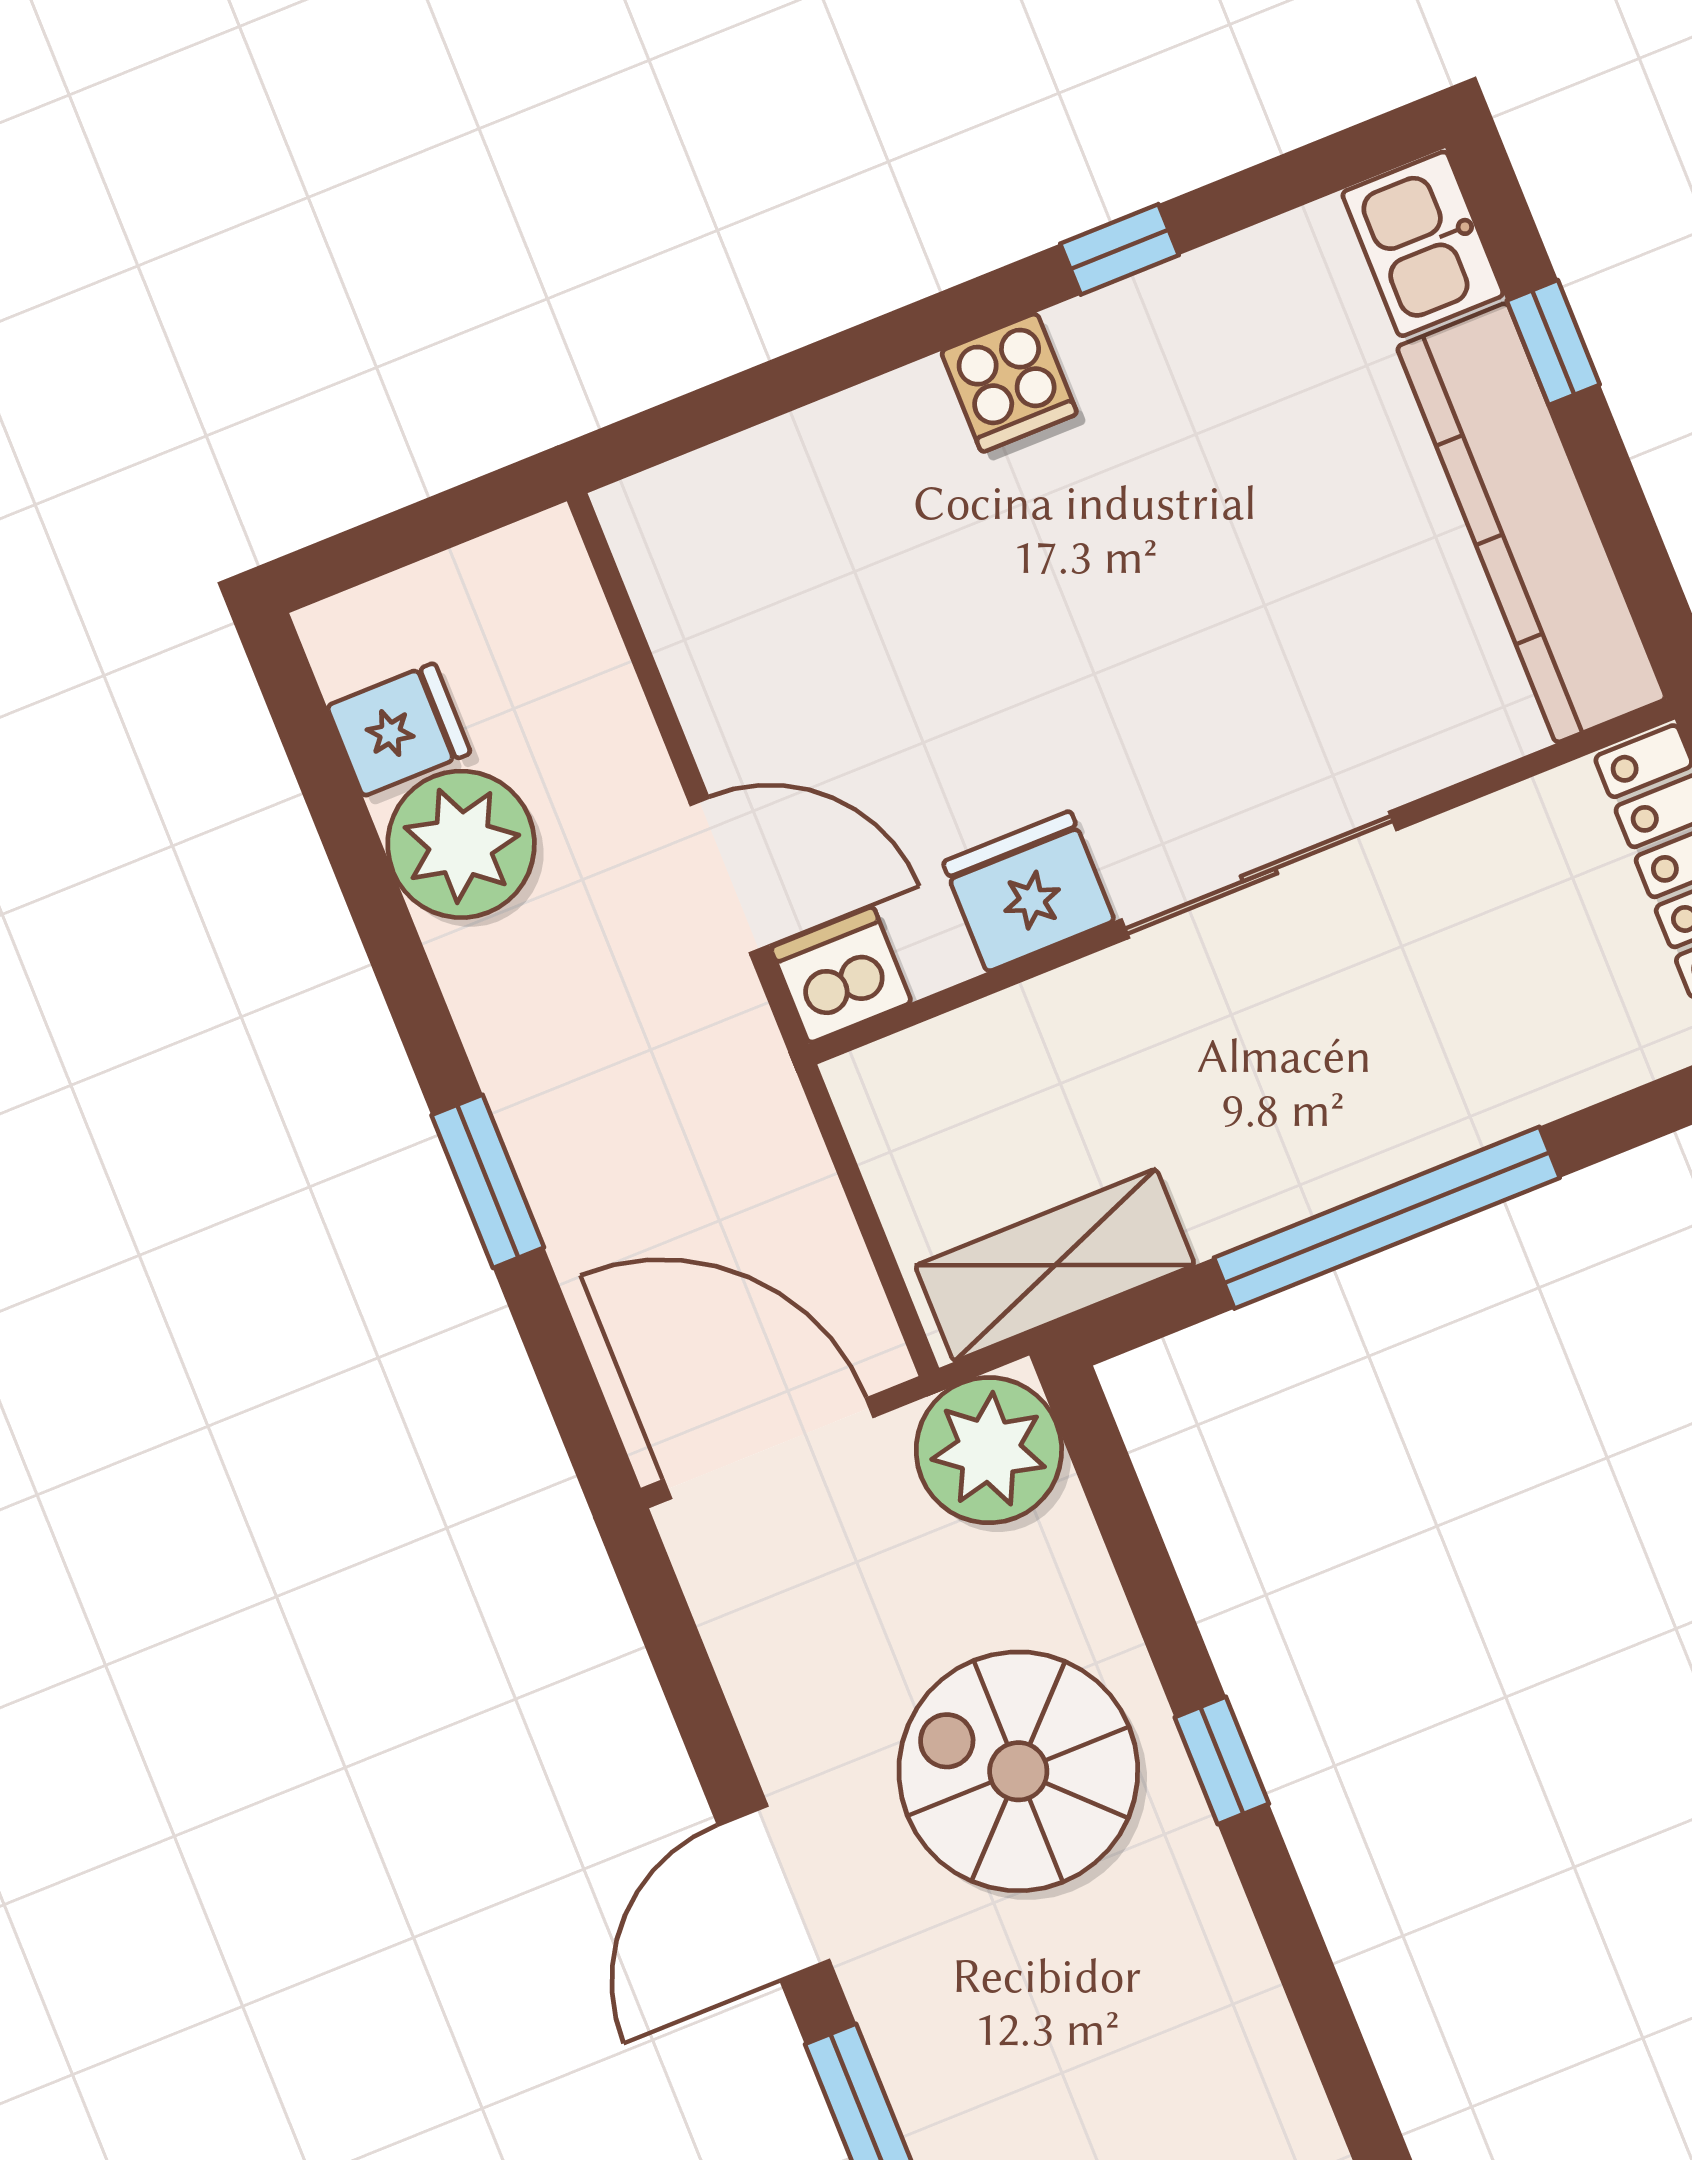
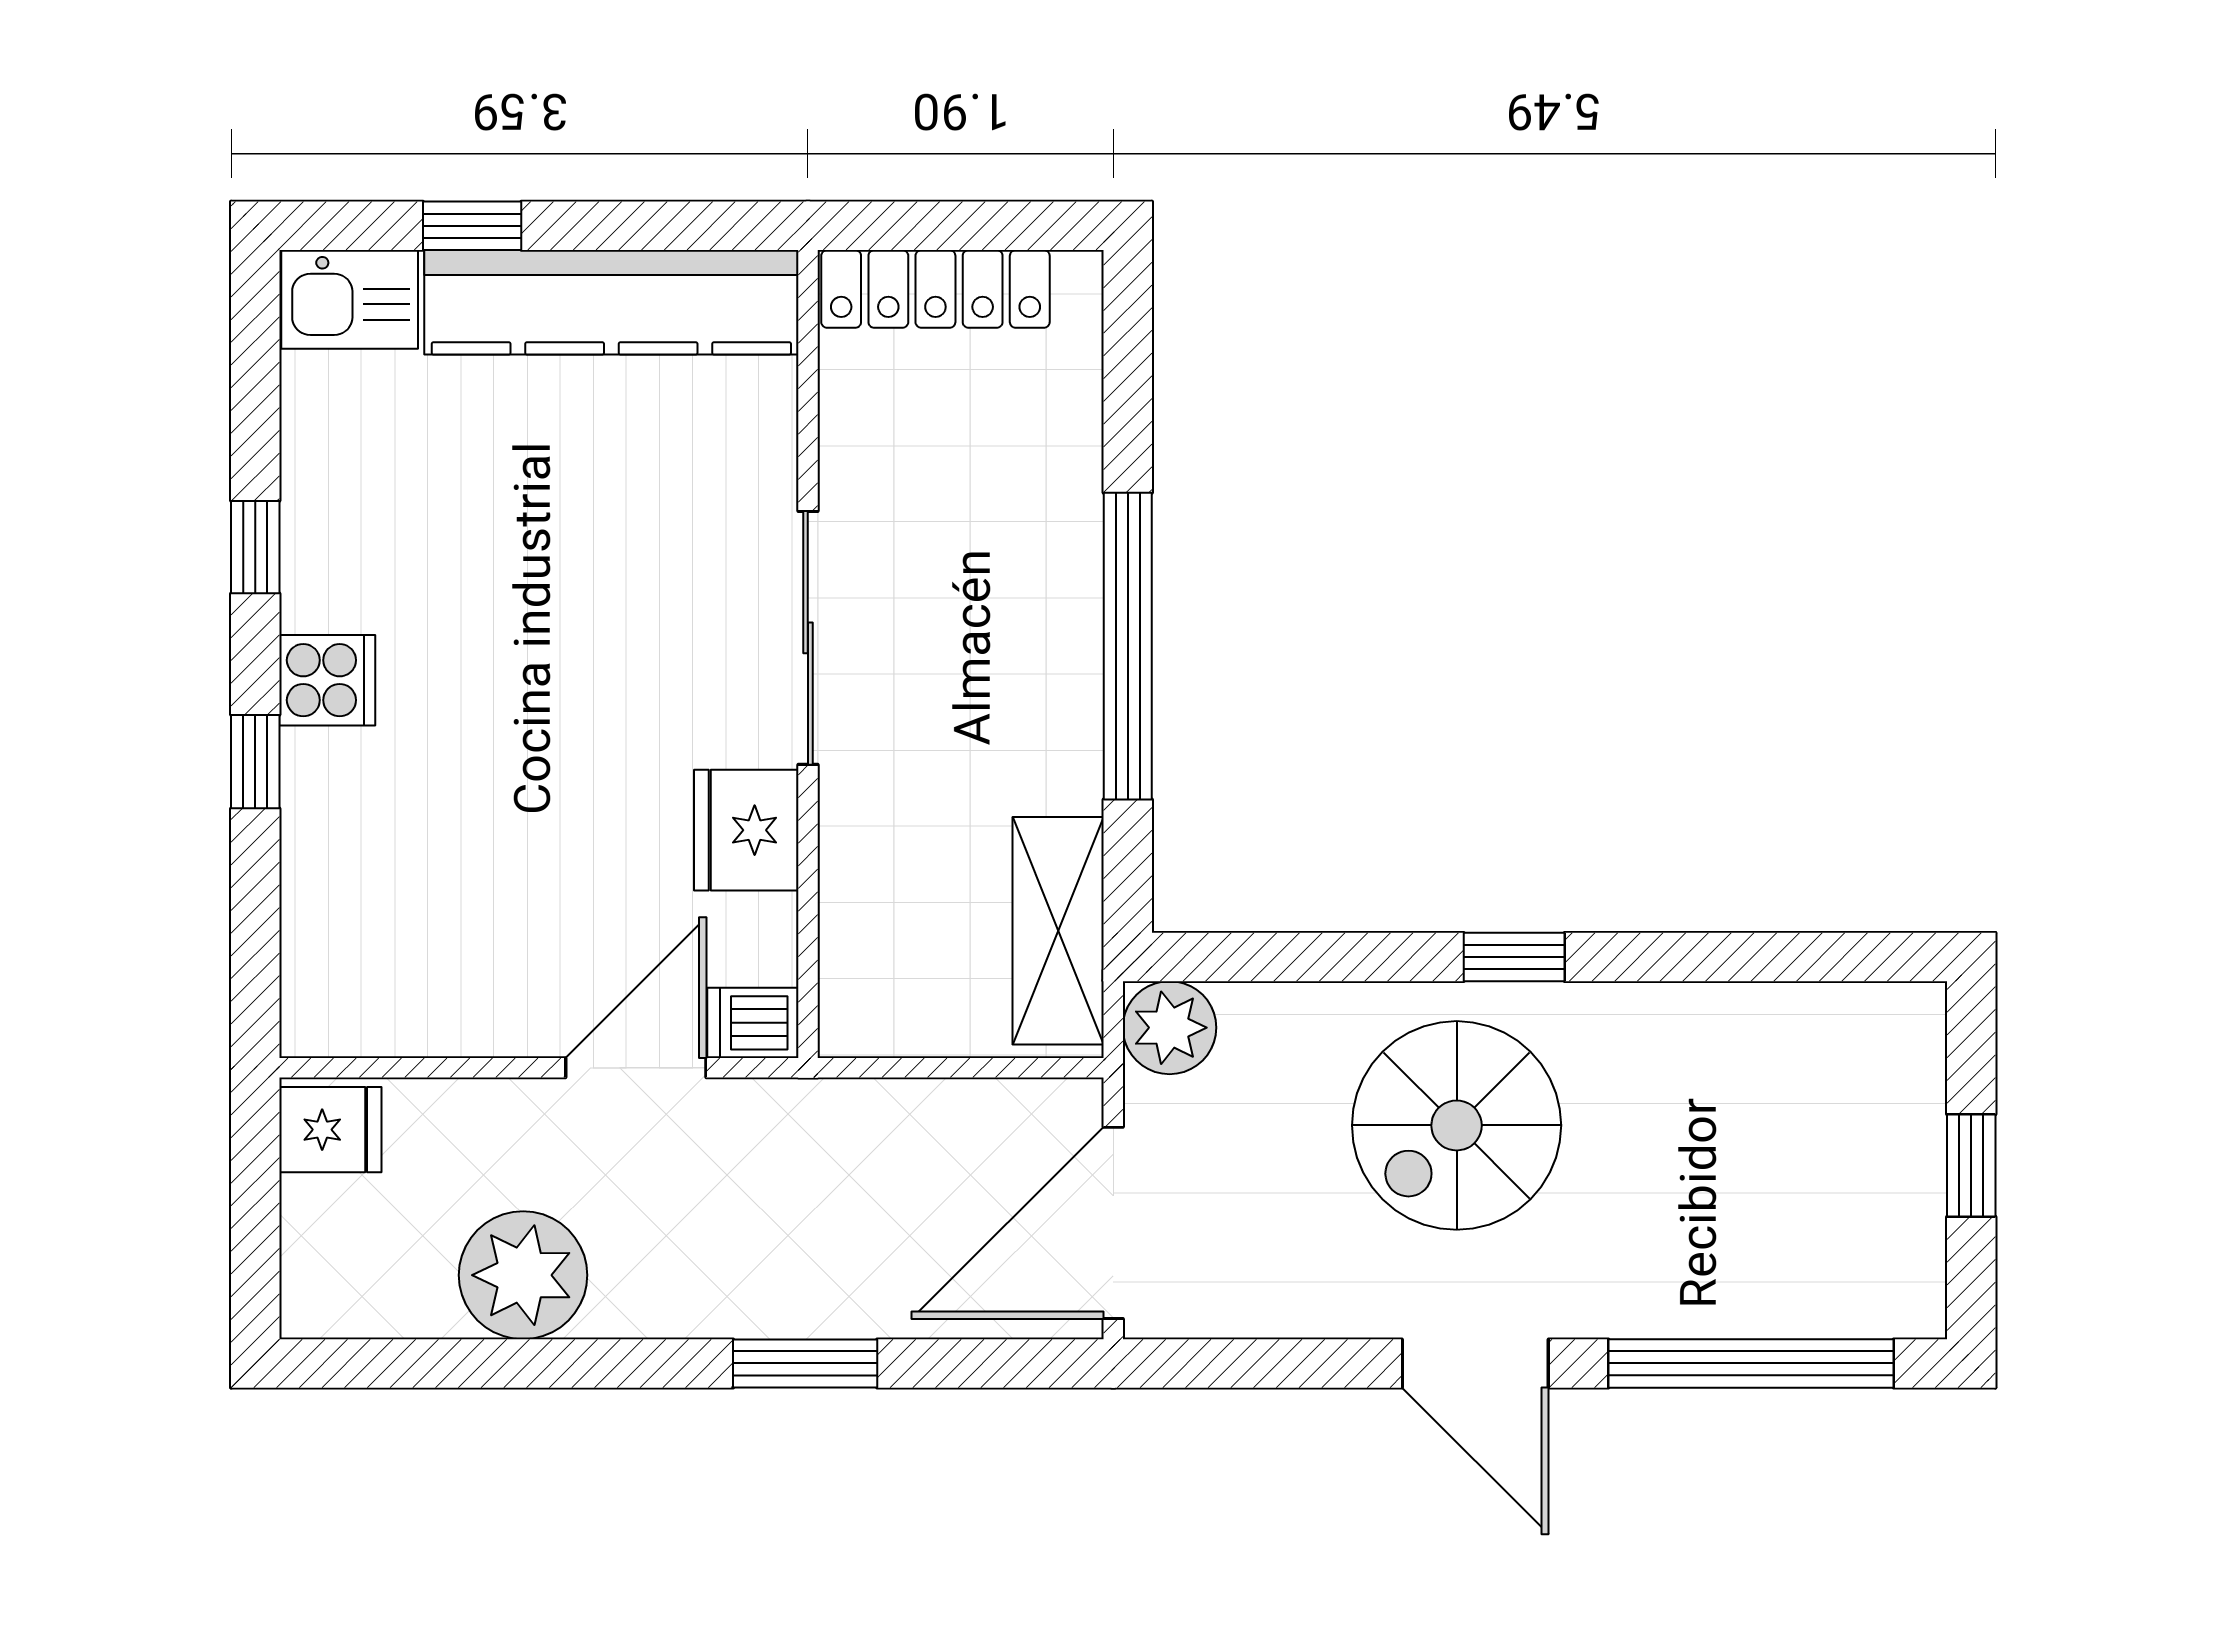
window: (892, 341) -> (255, 762), added
fridge: (399, 730) -> (330, 1130), moved, turned 90
dishwasher: (841, 975) -> (753, 1023), width x0.73
plant: (989, 1450) -> (1170, 1028), width x0.73, depth x0.73

